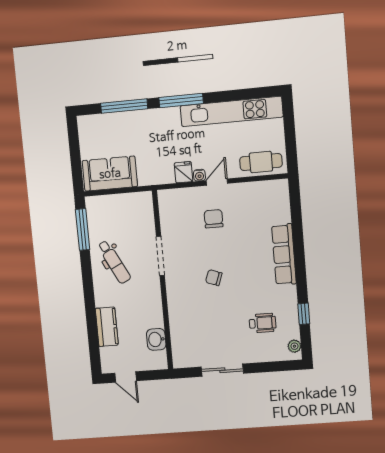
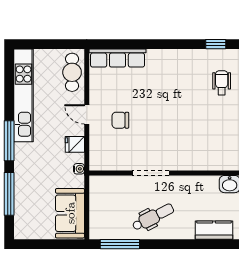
water cooler: (199, 175) -> (79, 169), moved
row of seats: (284, 254) -> (118, 58), moved
chair: (214, 278) -> (175, 125), removed

